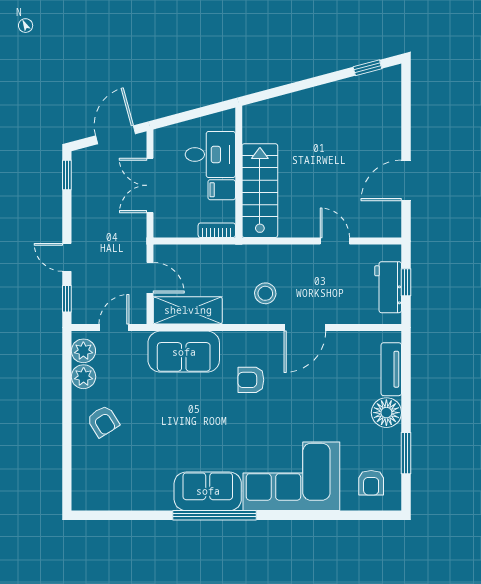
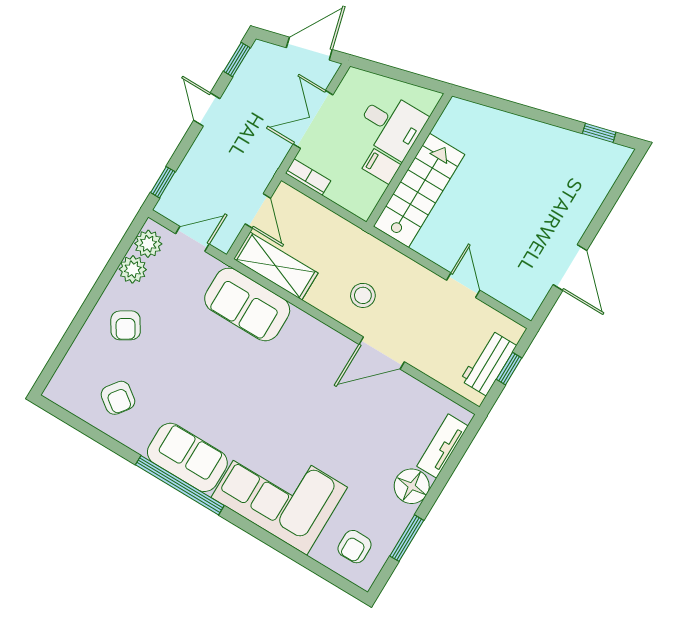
door: (406, 180) -> (570, 268), swing flipped
bookcase: (217, 230) -> (308, 177), moved
door: (67, 257) -> (207, 110), moved
armchair: (251, 380) -> (118, 398), moved, turned -143

